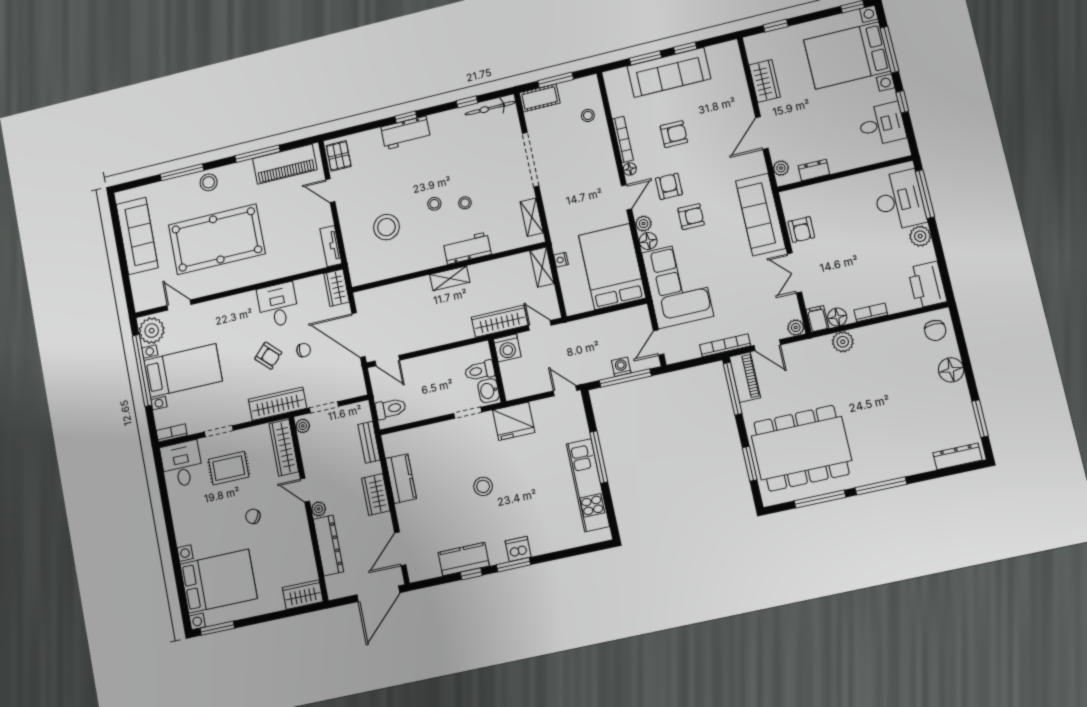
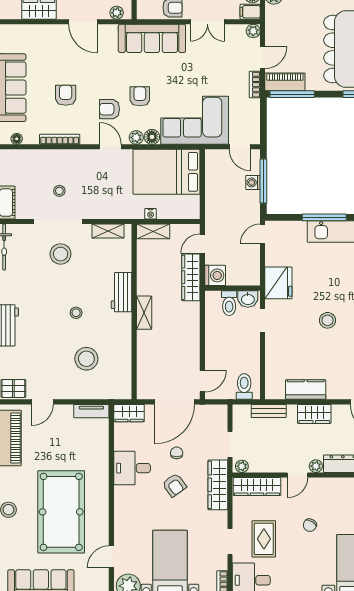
stool: (588, 115) -> (59, 191), moved
floor lamp: (630, 169) -> (17, 139), moved
stool: (465, 203) -> (61, 254), moved, width x1.89, depth x1.89
bookcase: (725, 345) -> (255, 85), width x0.64
armchair: (268, 356) -> (174, 485), turned 100

